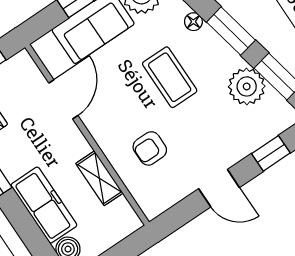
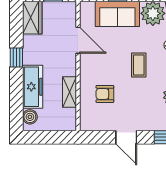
coffee table: (170, 77) -> (139, 65), width x0.73, depth x0.77
door: (63, 99) -> (78, 40), hinge flipped

